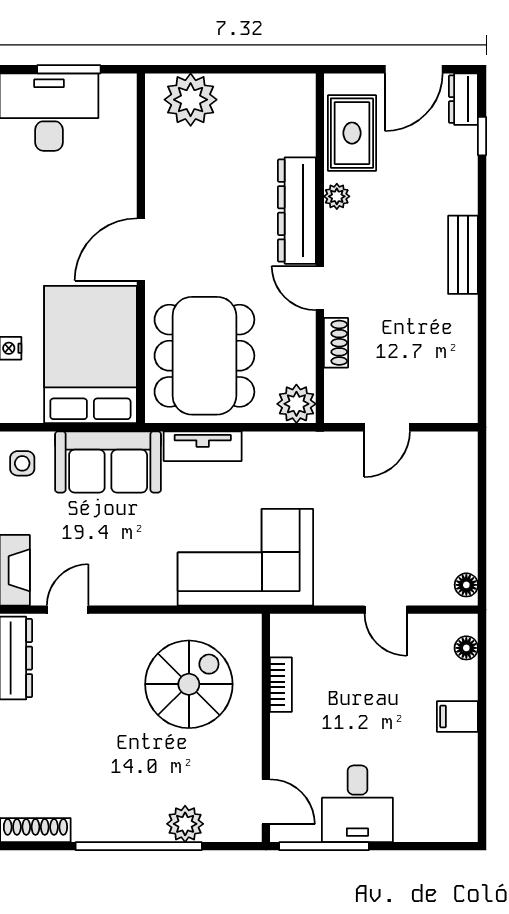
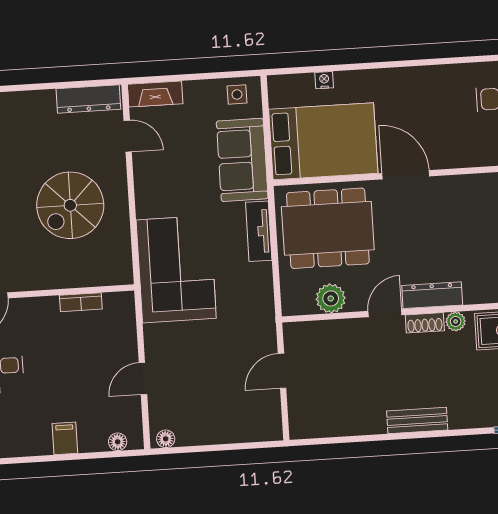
dresser: (297, 211) -> (432, 295), width x0.73, depth x0.80
shoe rack: (336, 343) -> (425, 323), moved
plant: (296, 404) -> (331, 298), moved
door: (387, 427) -> (282, 371), hinge flipped
spiral stairs: (189, 684) -> (70, 205), moved, turned 90

